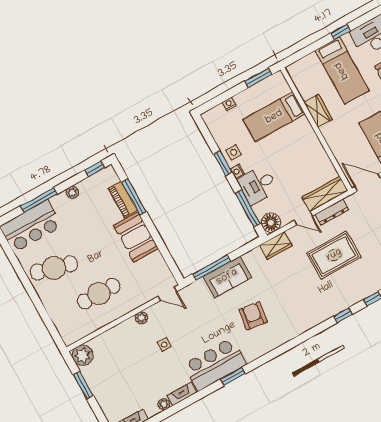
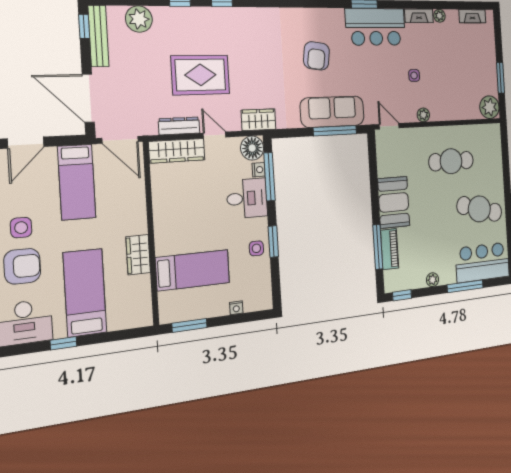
nightstand: (237, 171) -> (259, 170), moved
sofa: (227, 277) -> (332, 112), width x1.36

